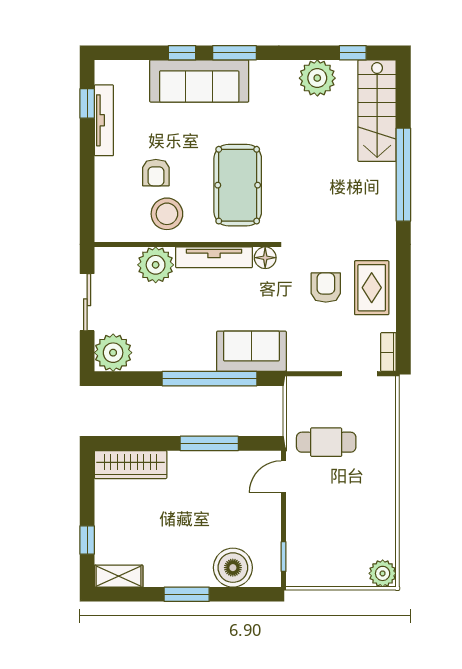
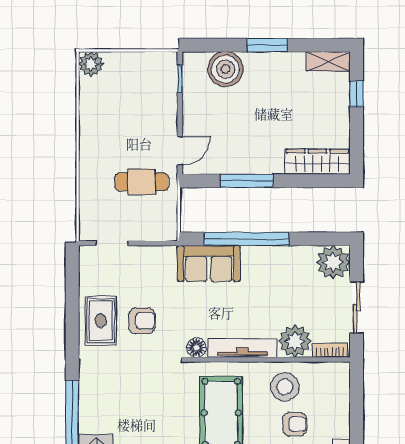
armchair: (156, 173) -> (295, 424), turned 90
armchair: (326, 288) -> (142, 321), turned -90
bookcase: (388, 352) -> (330, 350), moved, turned -90

